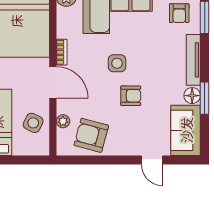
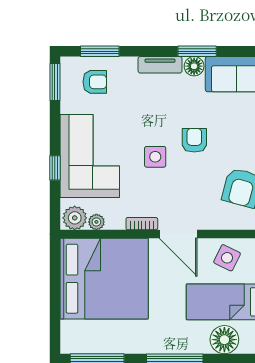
tv unit: (193, 60) -> (160, 65), width x0.71
door: (53, 82) -> (178, 234), swing flipped
plant: (63, 121) -> (96, 222), moved

